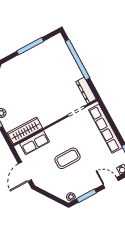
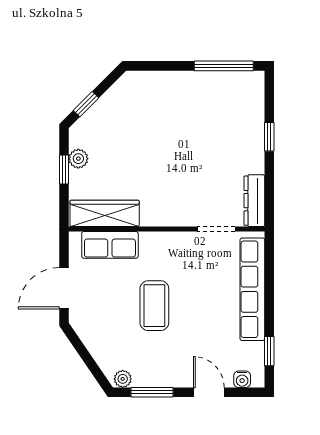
window: (30, 46) -> (224, 66), moved
window: (78, 60) -> (269, 137), width x0.32
coffee table: (67, 158) -> (154, 306), turned 90

